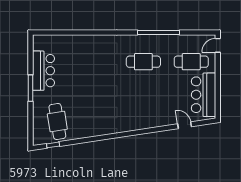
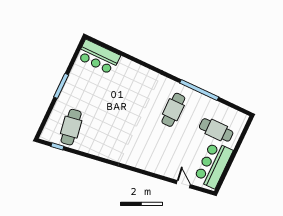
door: (218, 45) -> (247, 127), removed
cafe table: (143, 62) -> (173, 110), turned 90
bar counter: (43, 71) -> (99, 57), moved, turned 90

